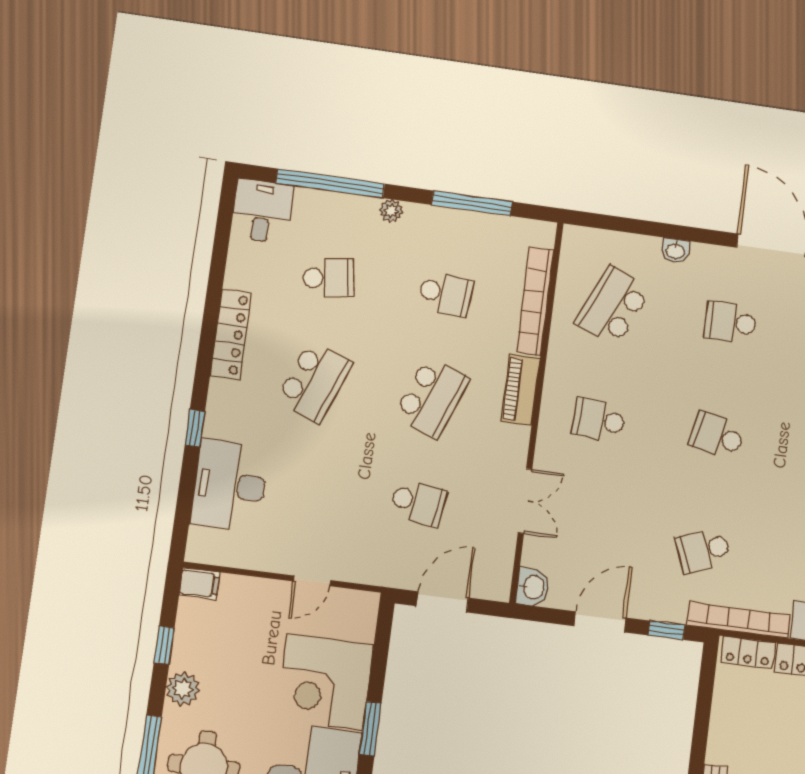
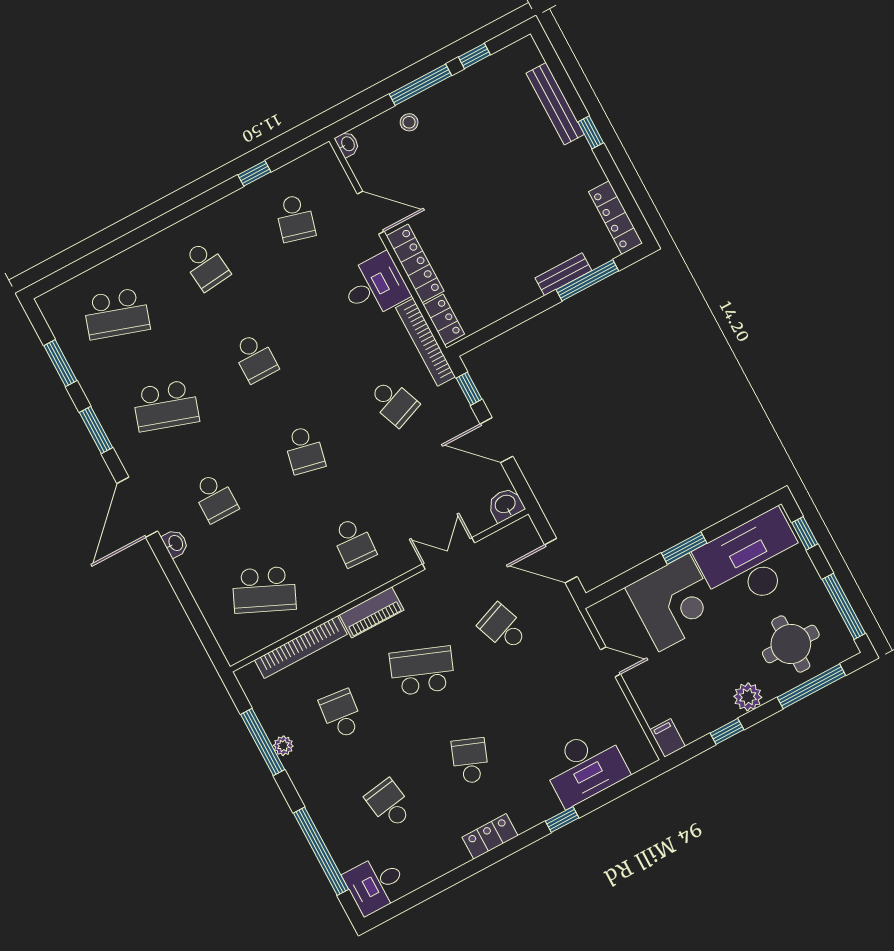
plant: (391, 211) -> (283, 746), moved
washbasin: (675, 251) -> (175, 543), moved
locker: (231, 334) -> (490, 836), width x0.66
school desk: (314, 382) -> (470, 761), width x0.54
school desk: (418, 502) -> (503, 628), turned -30

